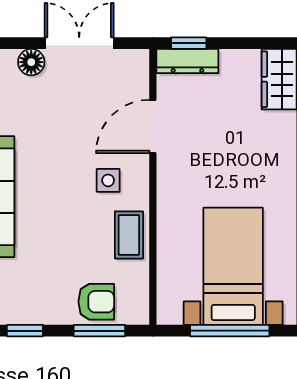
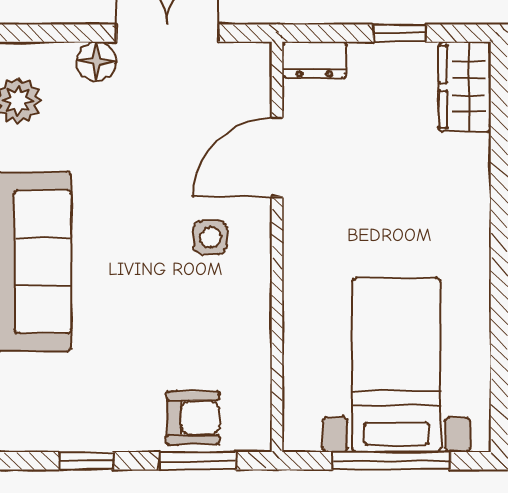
window: (189, 43) -> (399, 33), moved
dresser: (187, 61) -> (314, 60), width x0.70
coffee table: (129, 235) -> (241, 318), removed

